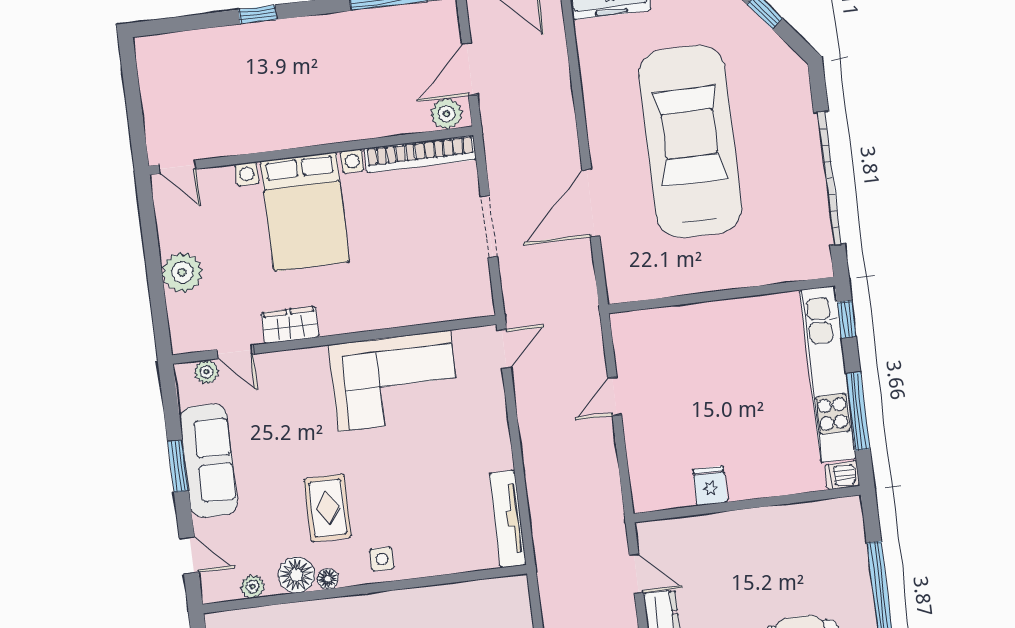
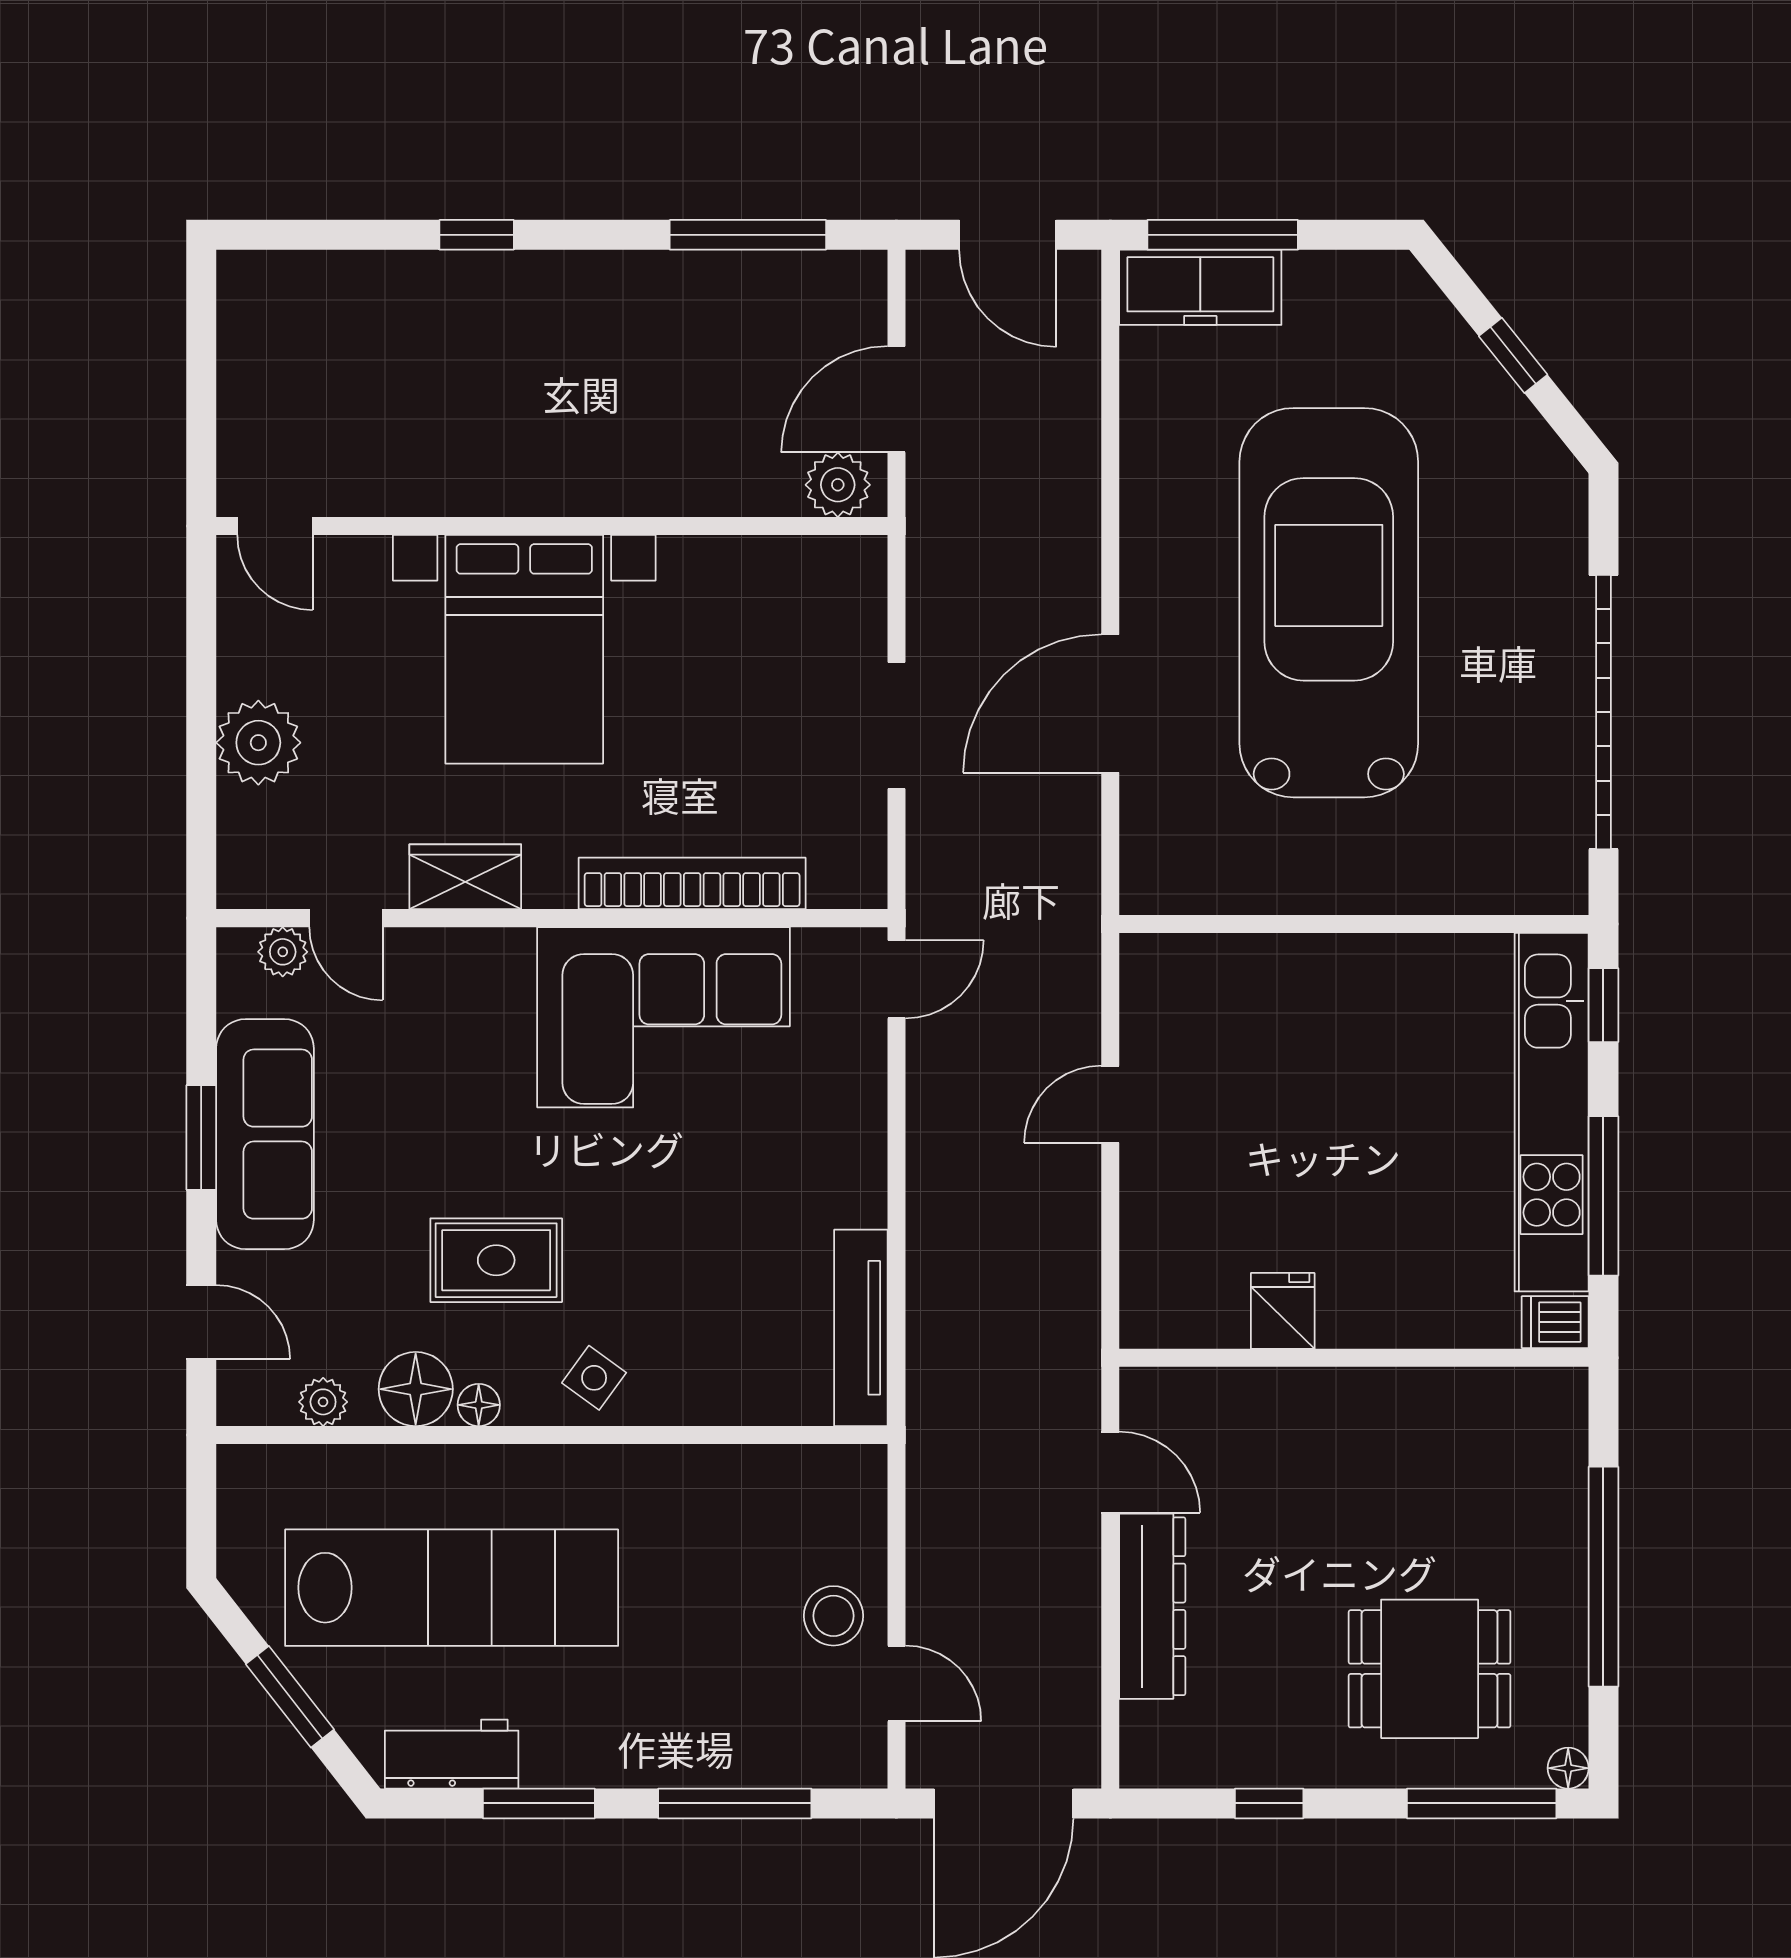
bookcase: (420, 154) -> (692, 883), moved, turned 180
rug: (328, 508) -> (496, 1260), turned 90
side table: (382, 559) -> (594, 1378), turned 36

